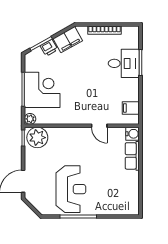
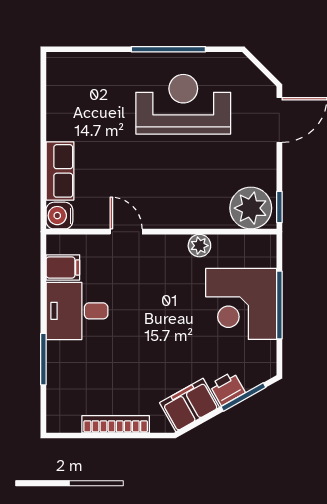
desk: (124, 63) -> (77, 311), moved
plant: (30, 119) -> (199, 246), moved
reception desk: (71, 189) -> (183, 104), turned 90

